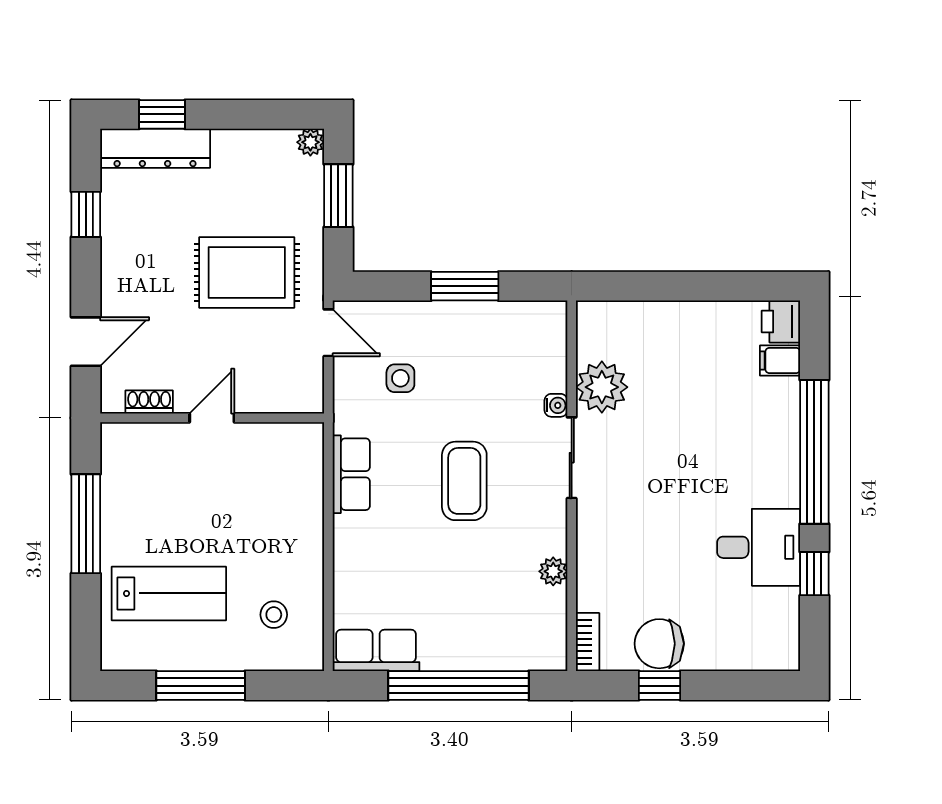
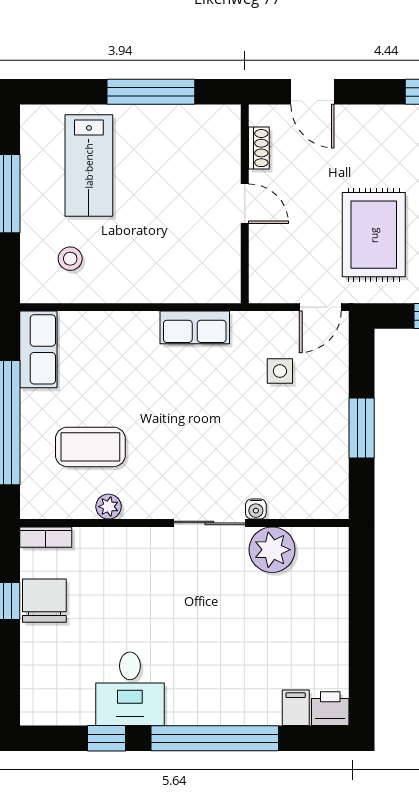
coffee table: (464, 481) -> (90, 447), moved

